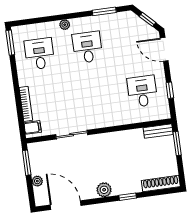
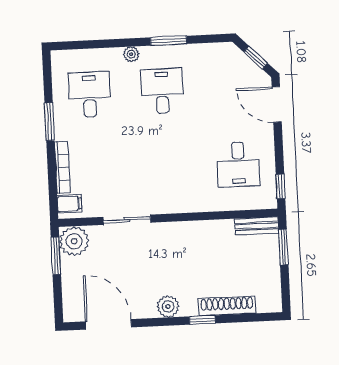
window: (104, 11) -> (169, 41), moved
window: (10, 43) -> (50, 122), moved
window: (170, 90) -> (281, 186), moved
desk: (142, 91) -> (238, 164), turned 180
plant: (37, 181) -> (74, 241), moved, width x1.88, depth x1.88
shoe rack: (161, 184) -> (227, 306), moved

